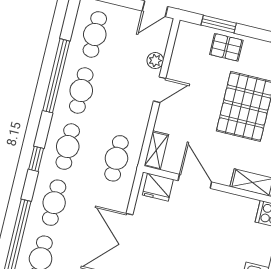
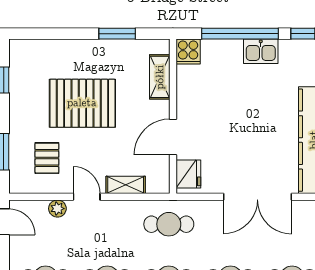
pallet: (226, 47) -> (47, 158), moved
shelving: (156, 150) -> (126, 185), moved

